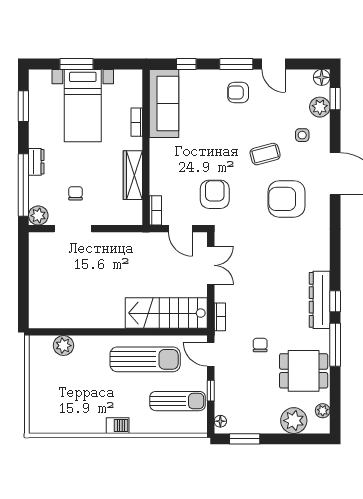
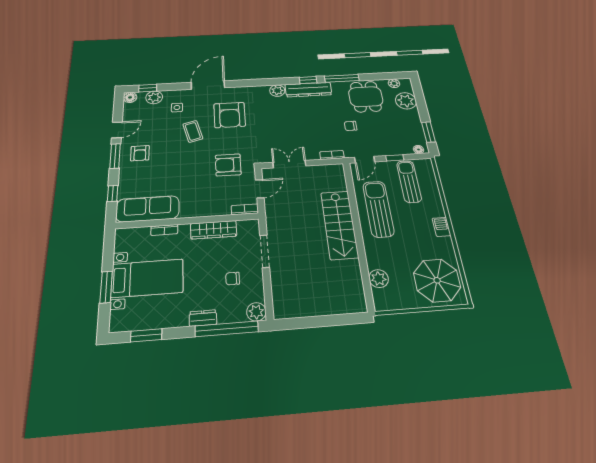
doorway: (73, 229) -> (265, 251), moved
plant: (321, 260) -> (277, 91), added
stairs: (166, 313) -> (339, 225), moved
parasol: (57, 407) -> (437, 280), added

